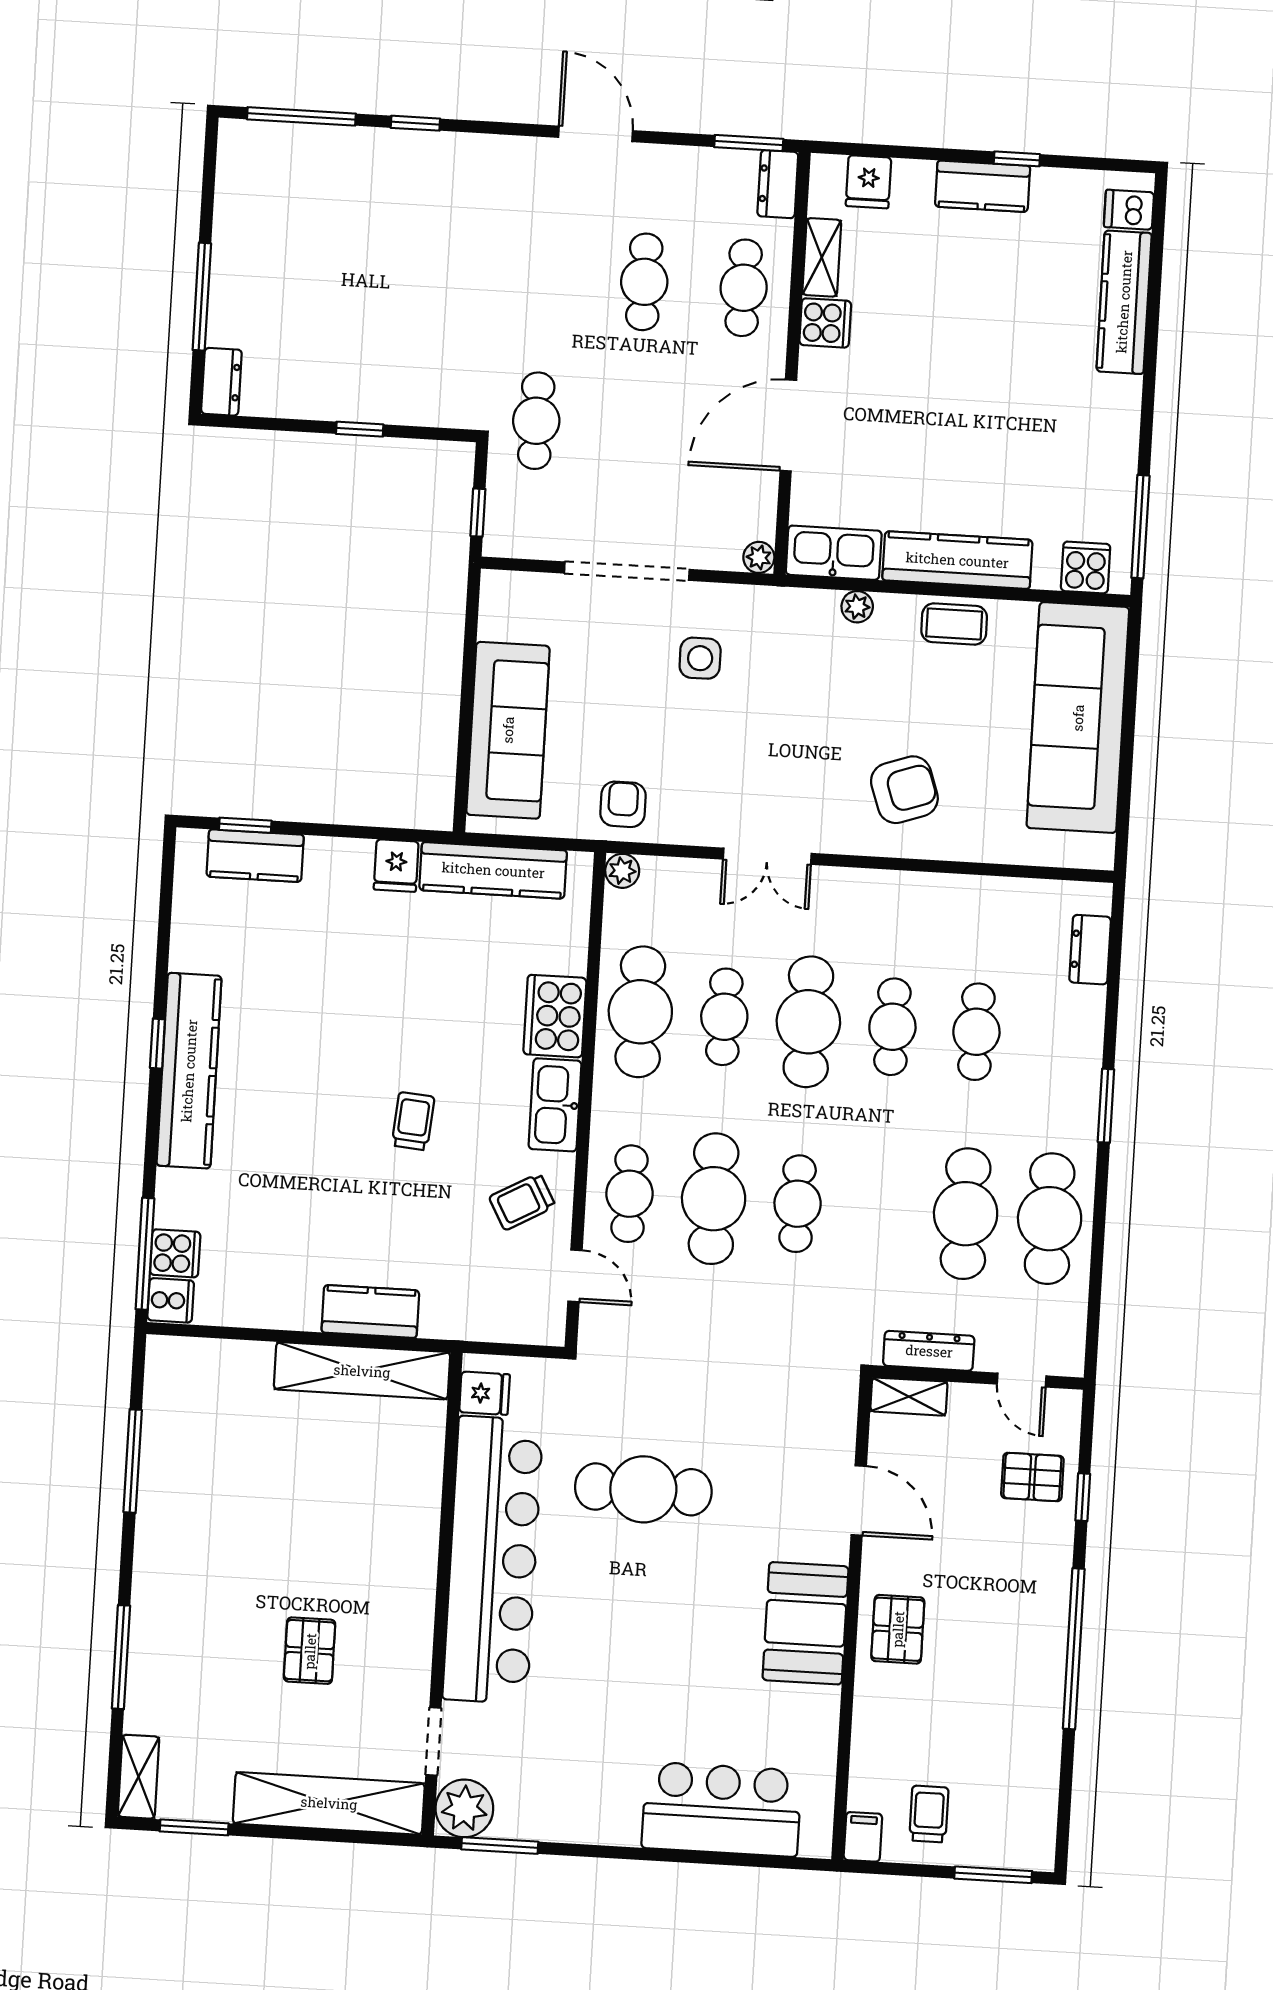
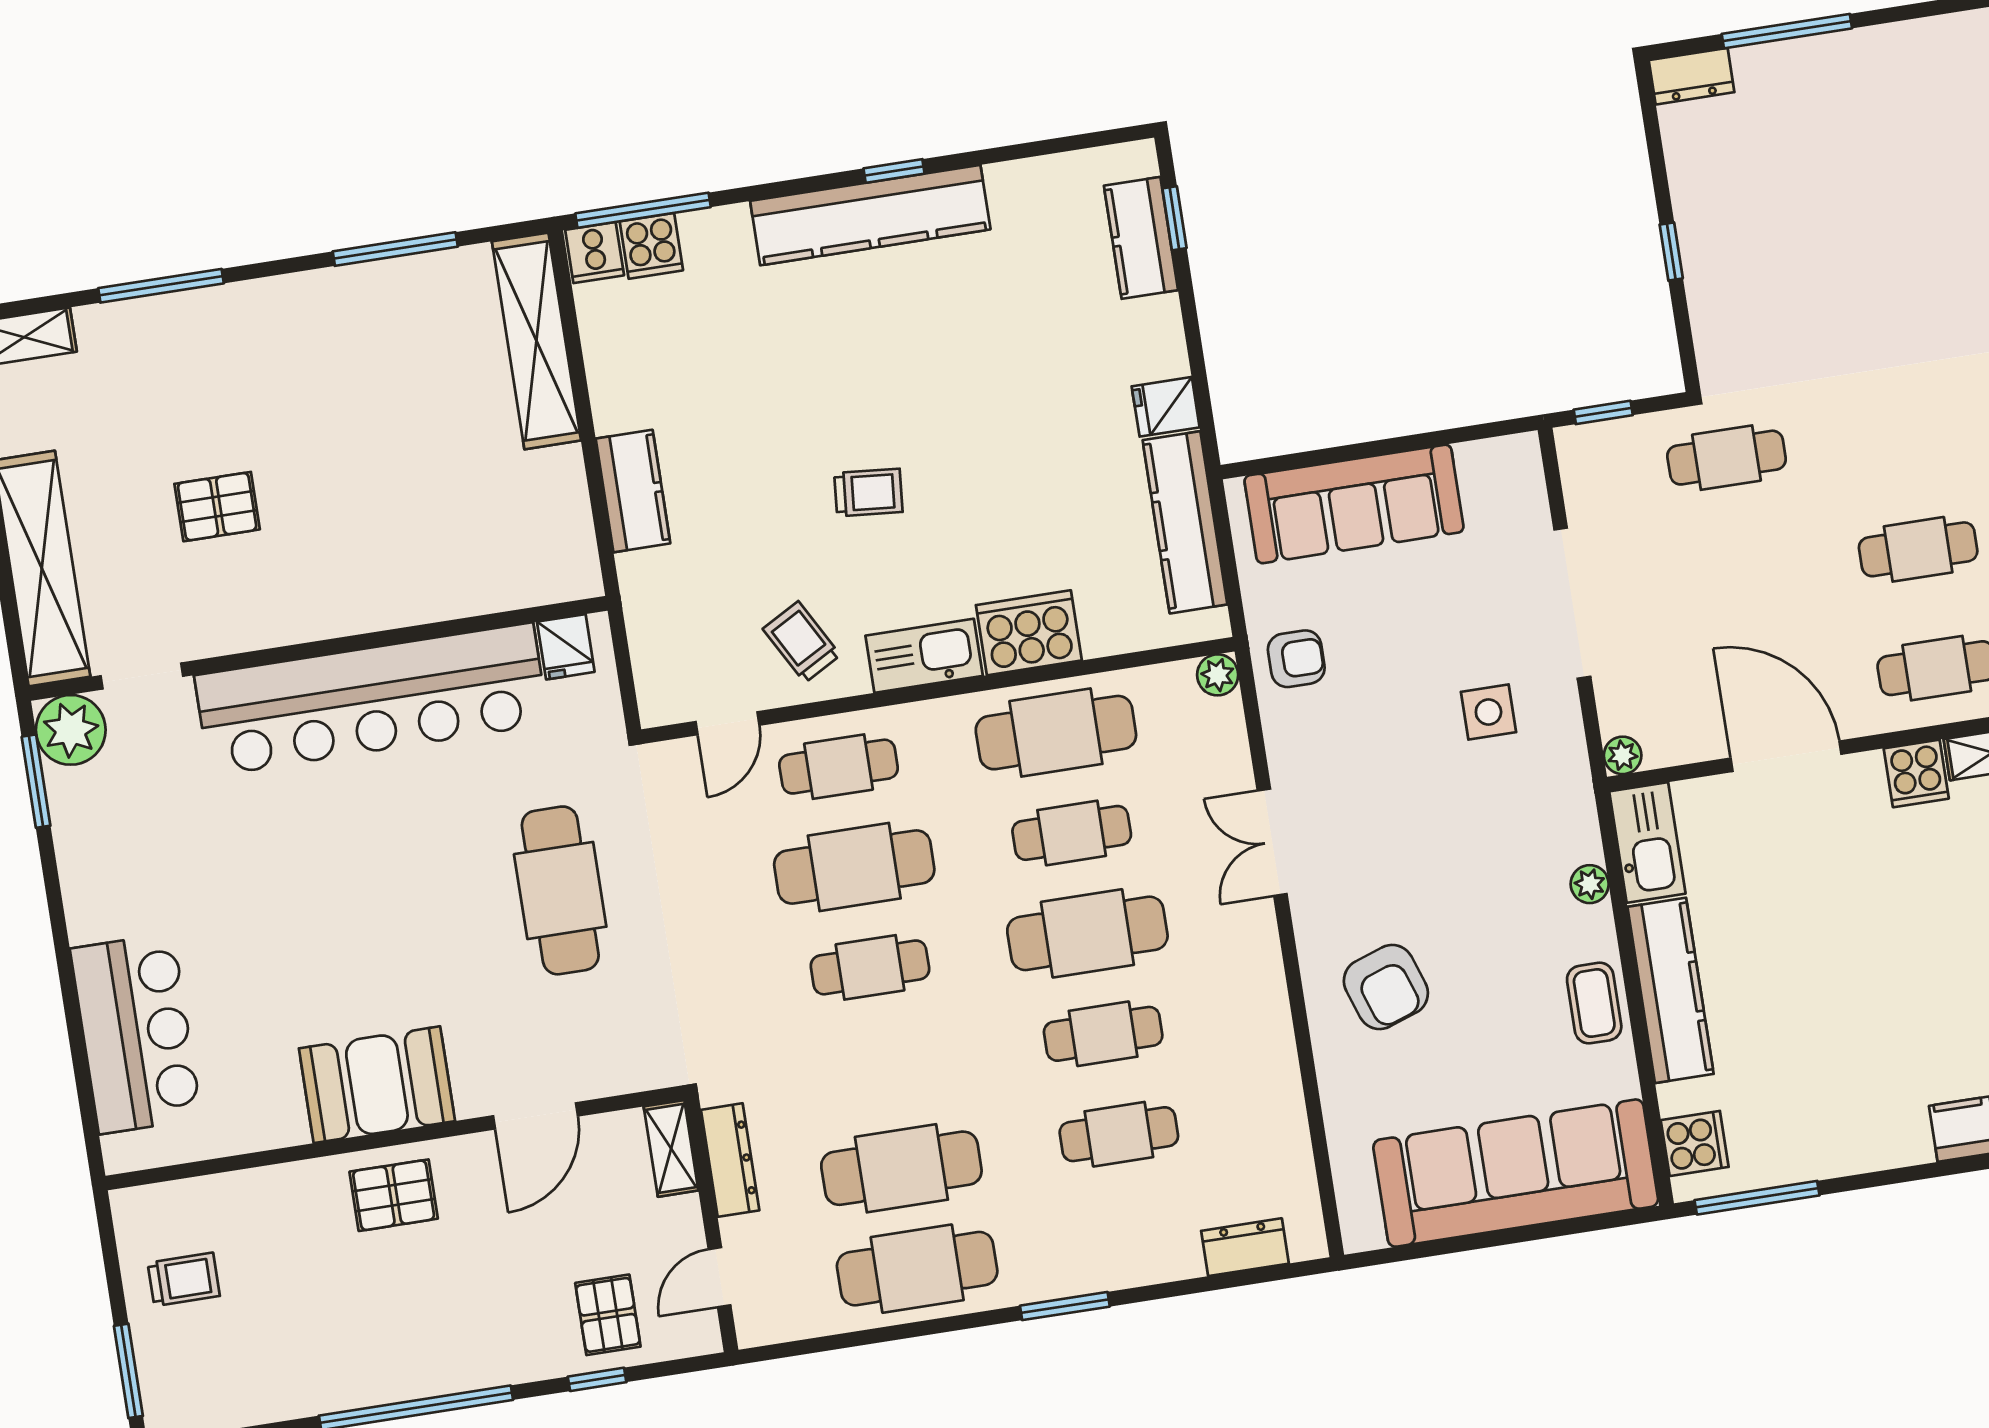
shelving: (362, 1371) -> (536, 341), moved
cafe table: (643, 1489) -> (560, 890), moved
filing cabinet: (863, 1837) -> (140, 1207), removed

